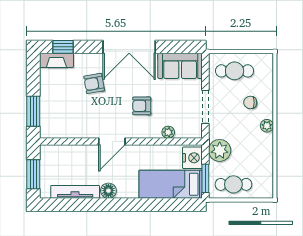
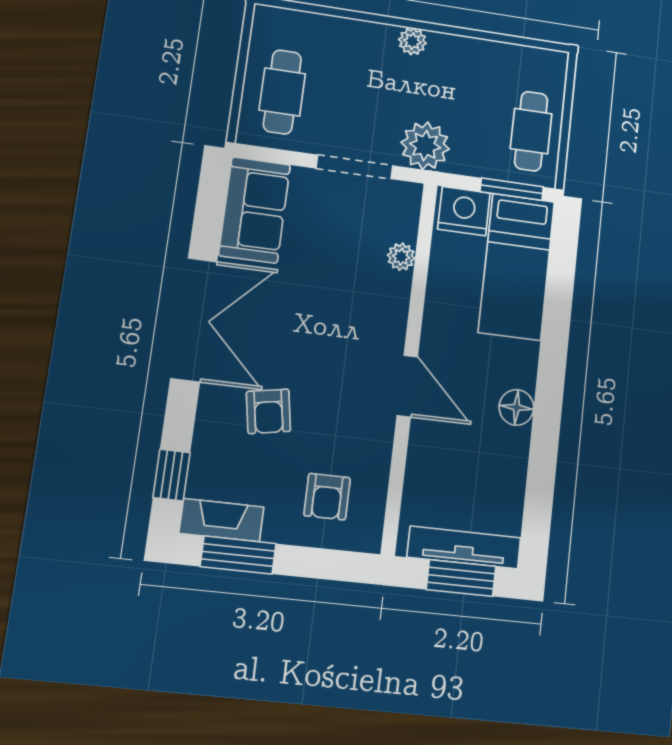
fireplace: (56, 60) -> (222, 520), moved, turned -90
chair: (250, 102) -> (357, 69), removed
armchair: (142, 106) -> (327, 497), moved
window: (33, 111) -> (238, 555), moved
plant: (220, 150) -> (425, 146), moved
tv unit: (75, 192) -> (464, 547), moved, turned 90

